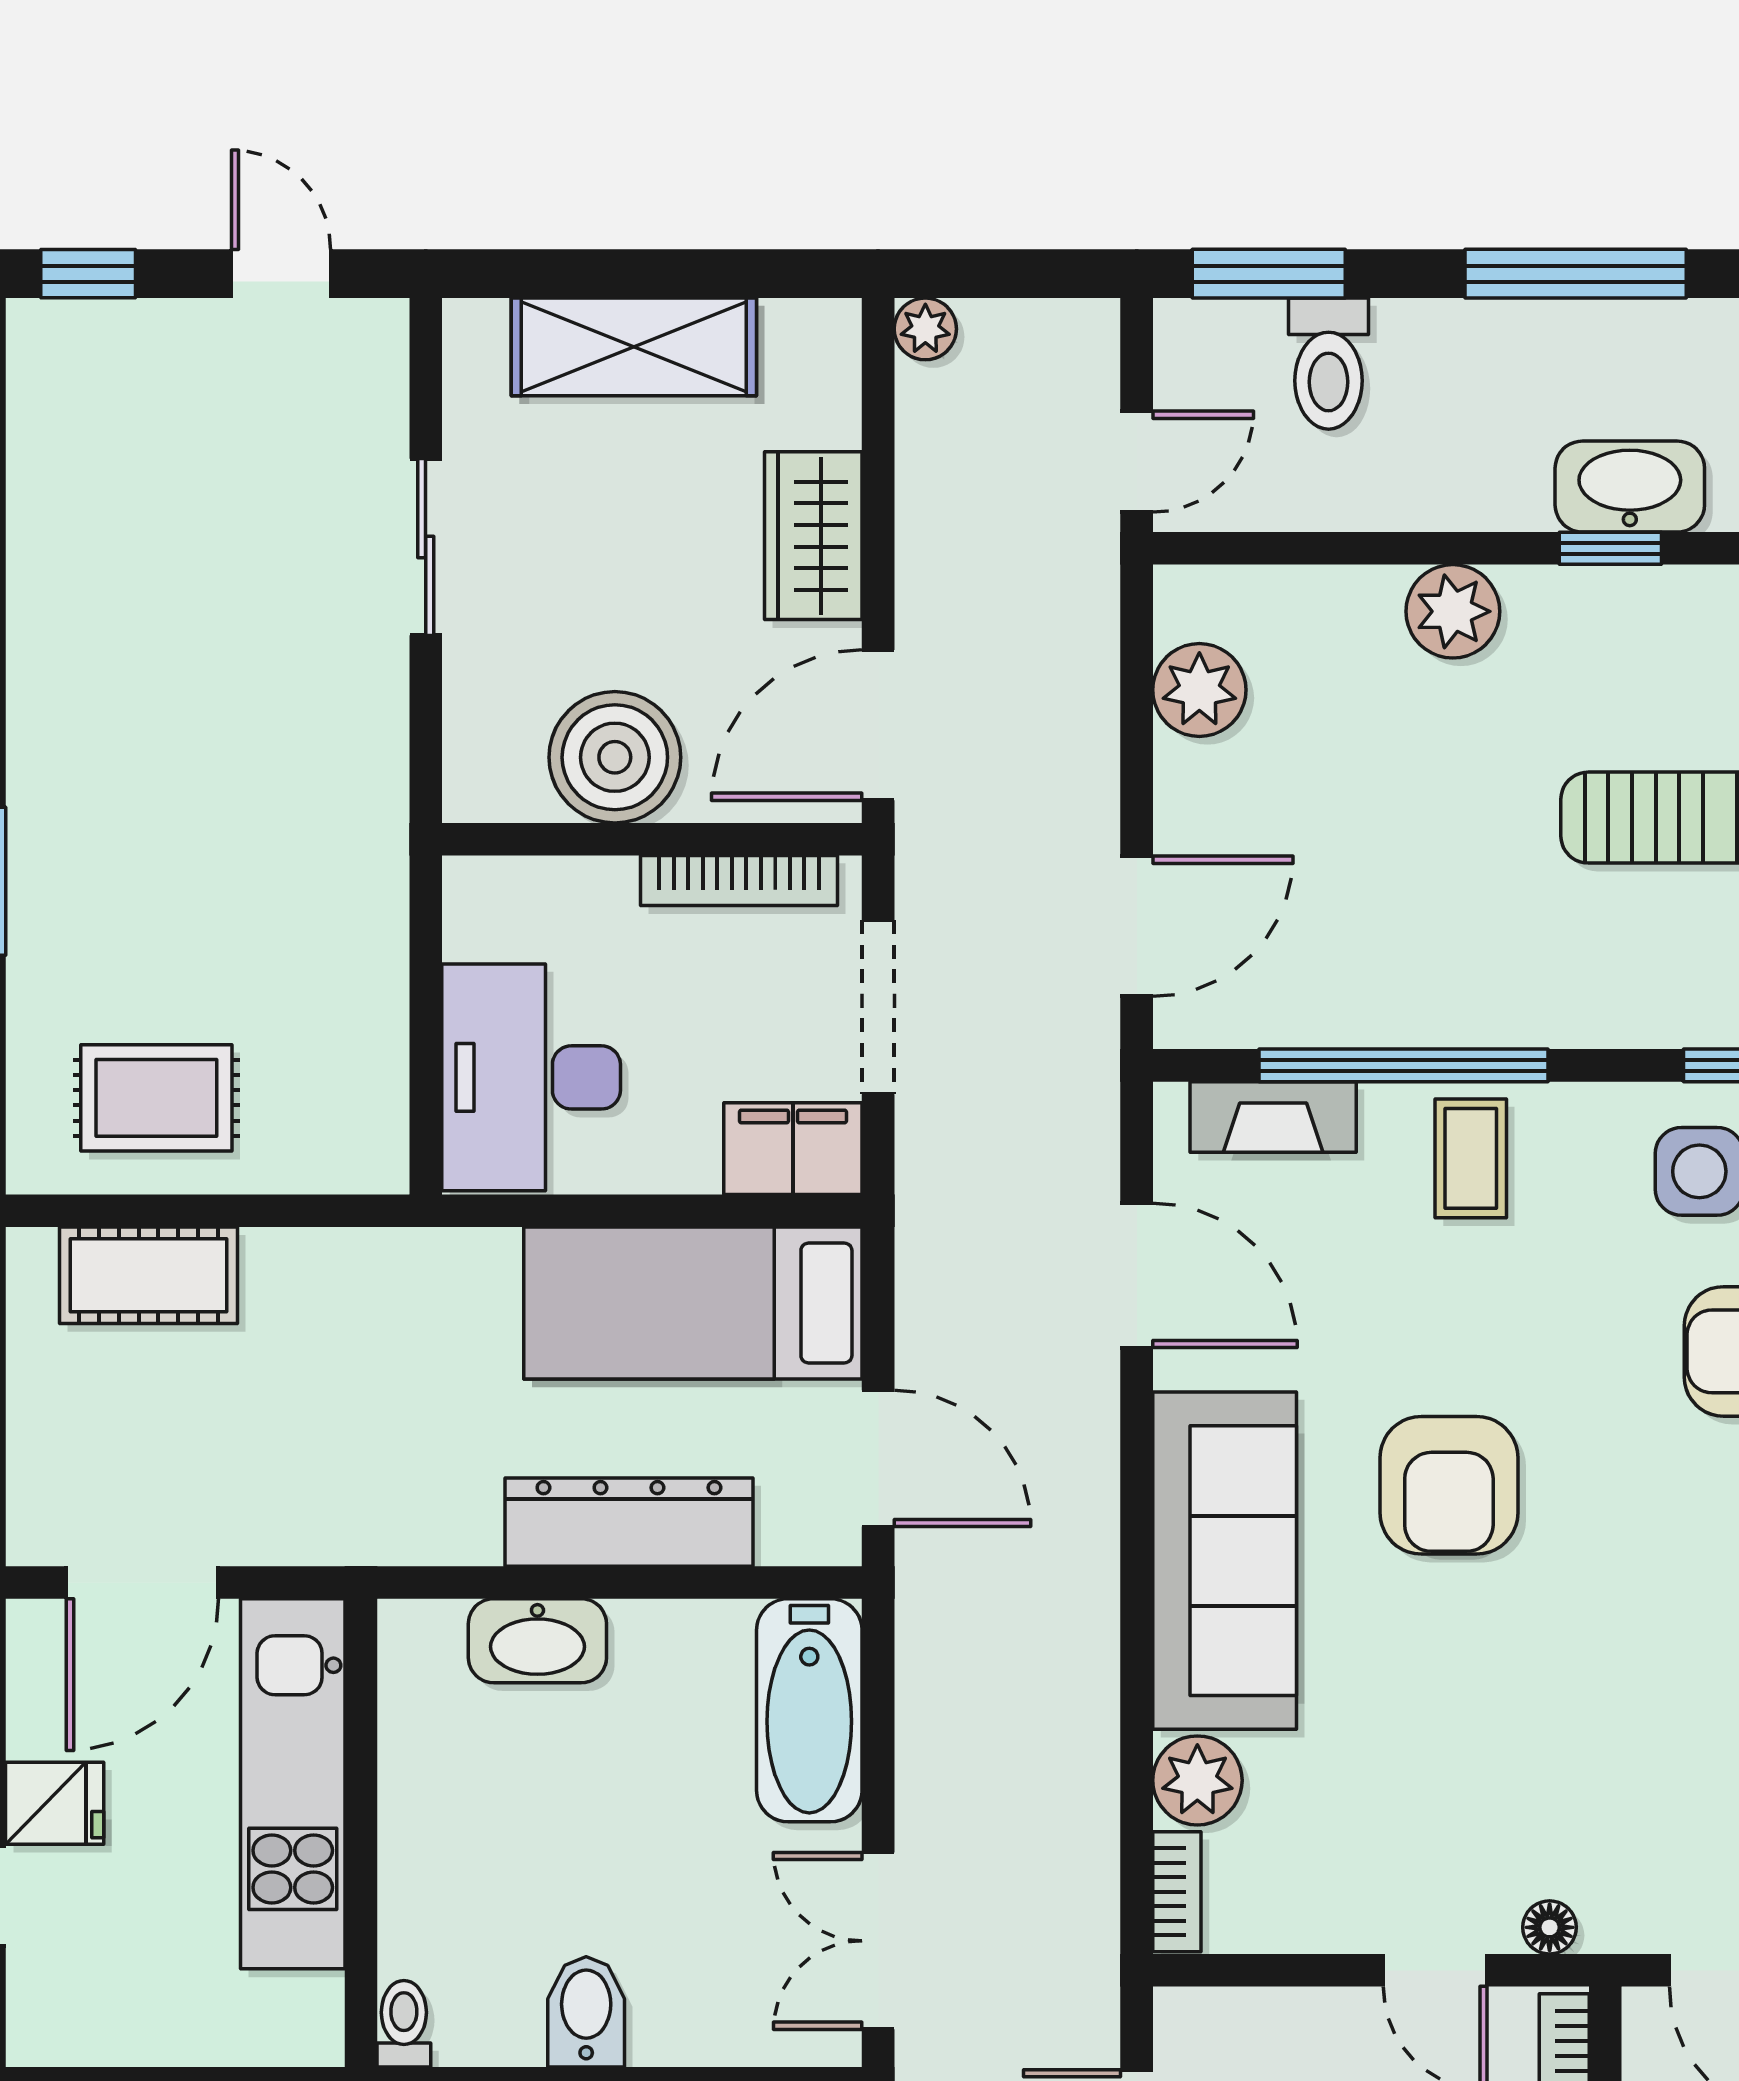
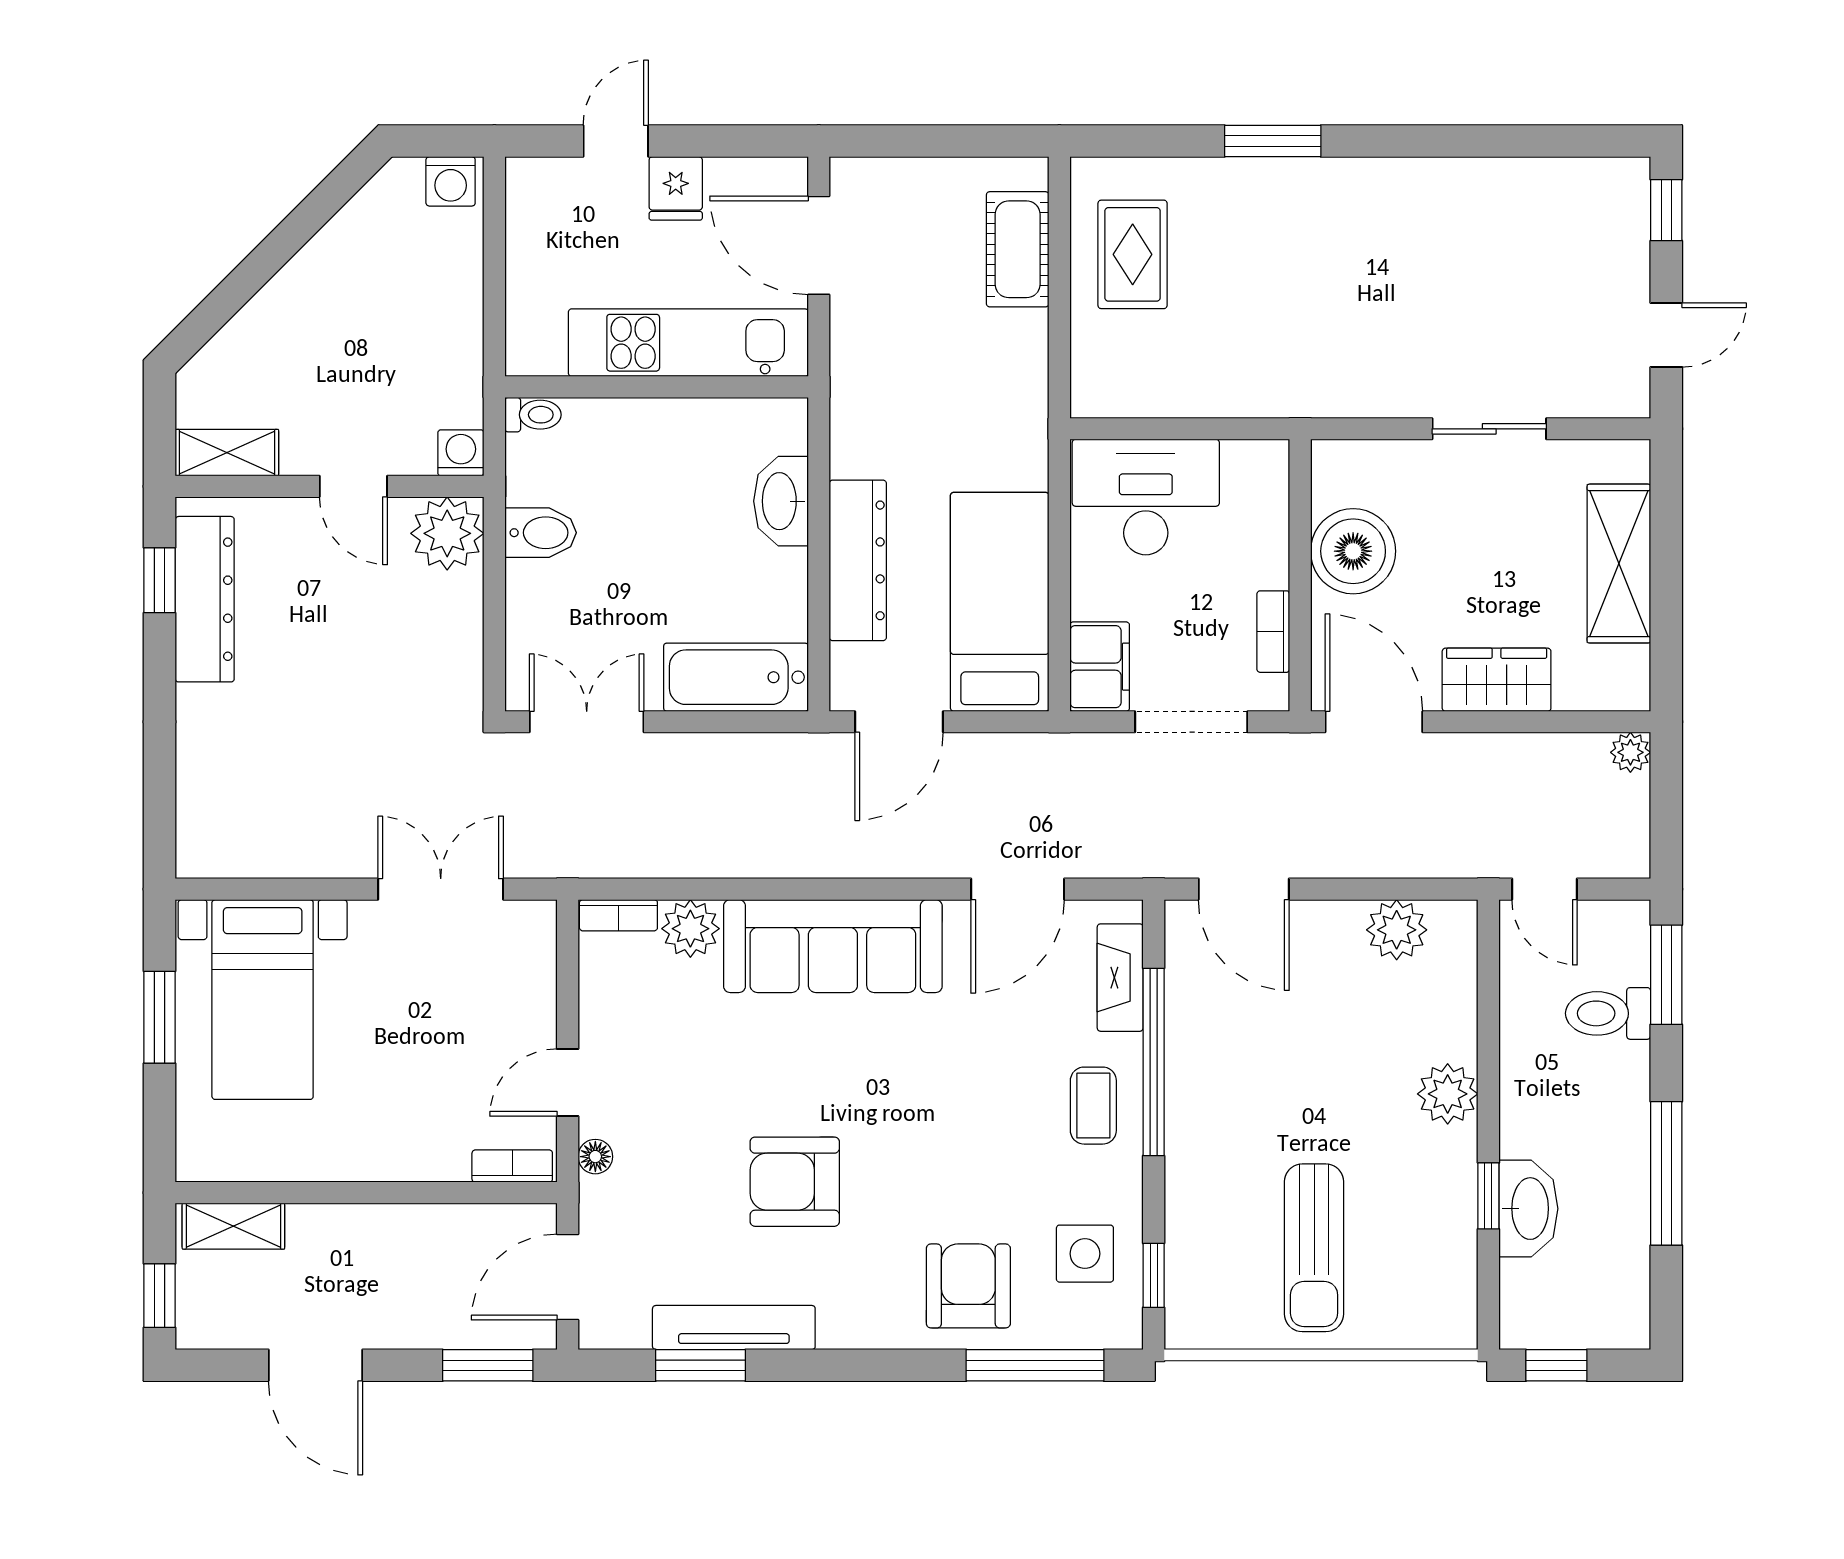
bookcase: (739, 881) -> (1273, 632), width x0.64
coffee table: (1471, 1158) -> (1093, 1106), turned 90
armchair: (1449, 1485) -> (795, 1182), moved

